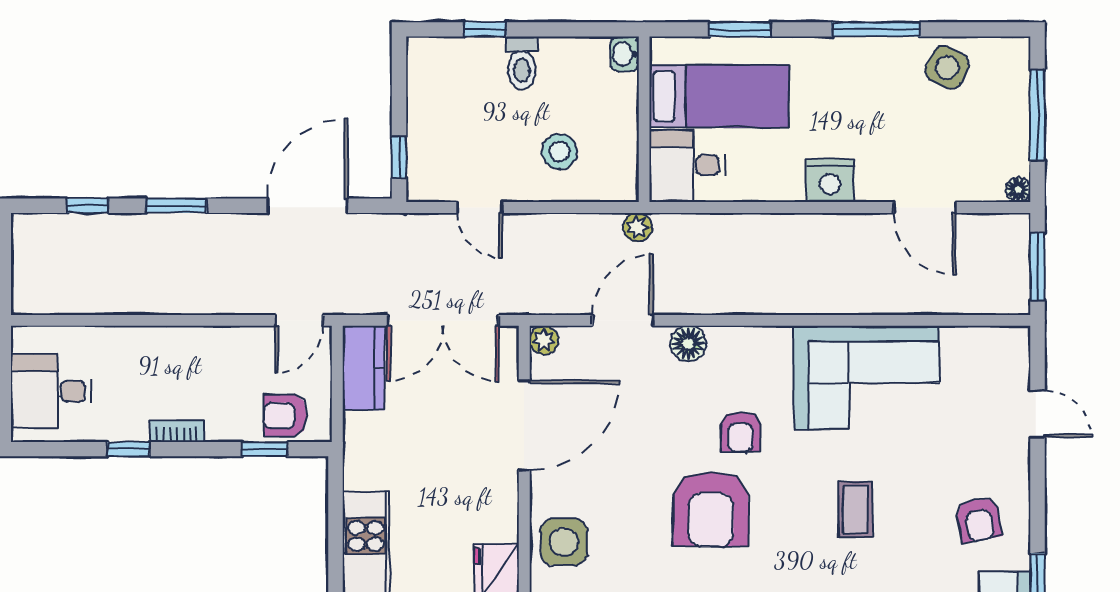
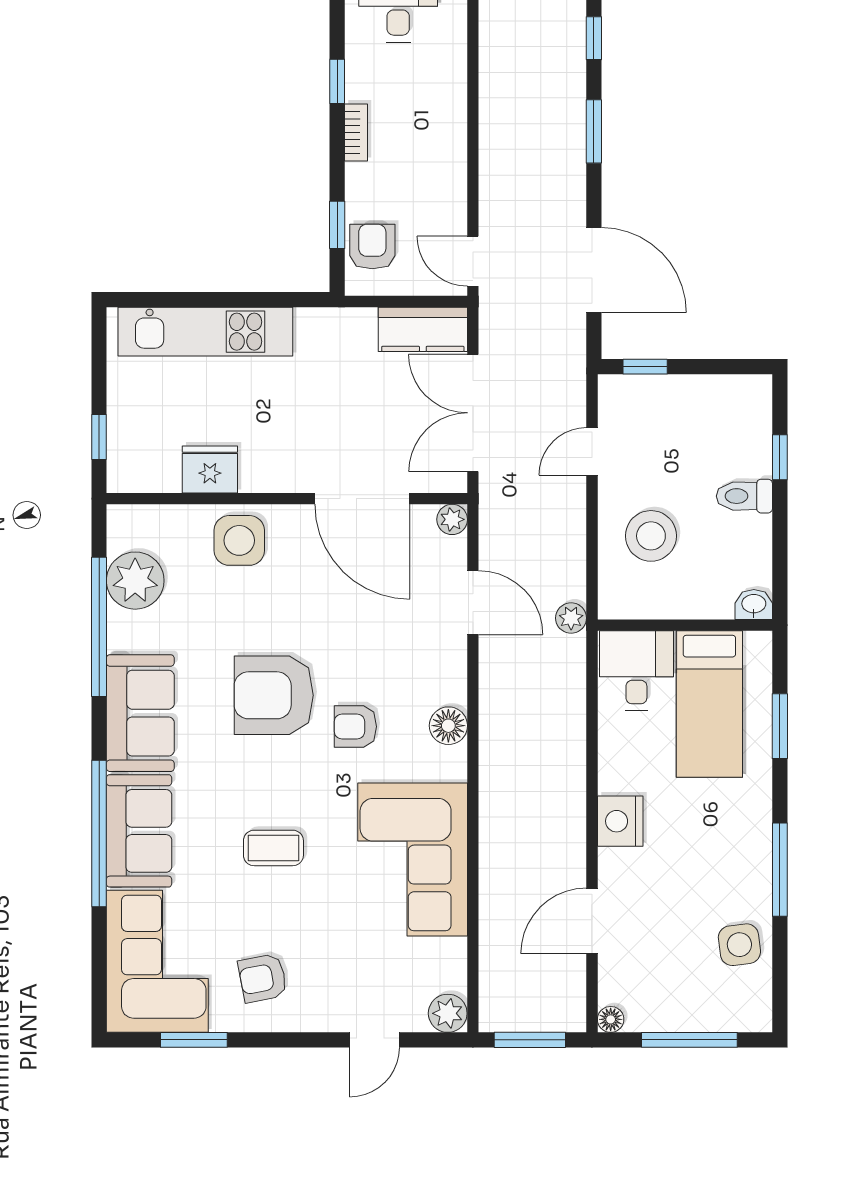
side table: (947, 68) -> (739, 945), turned -33
stool: (560, 152) -> (651, 536), width x1.38, depth x1.38
floor lamp: (688, 344) -> (448, 726), moved
plant: (1012, 344) -> (448, 1013), added

